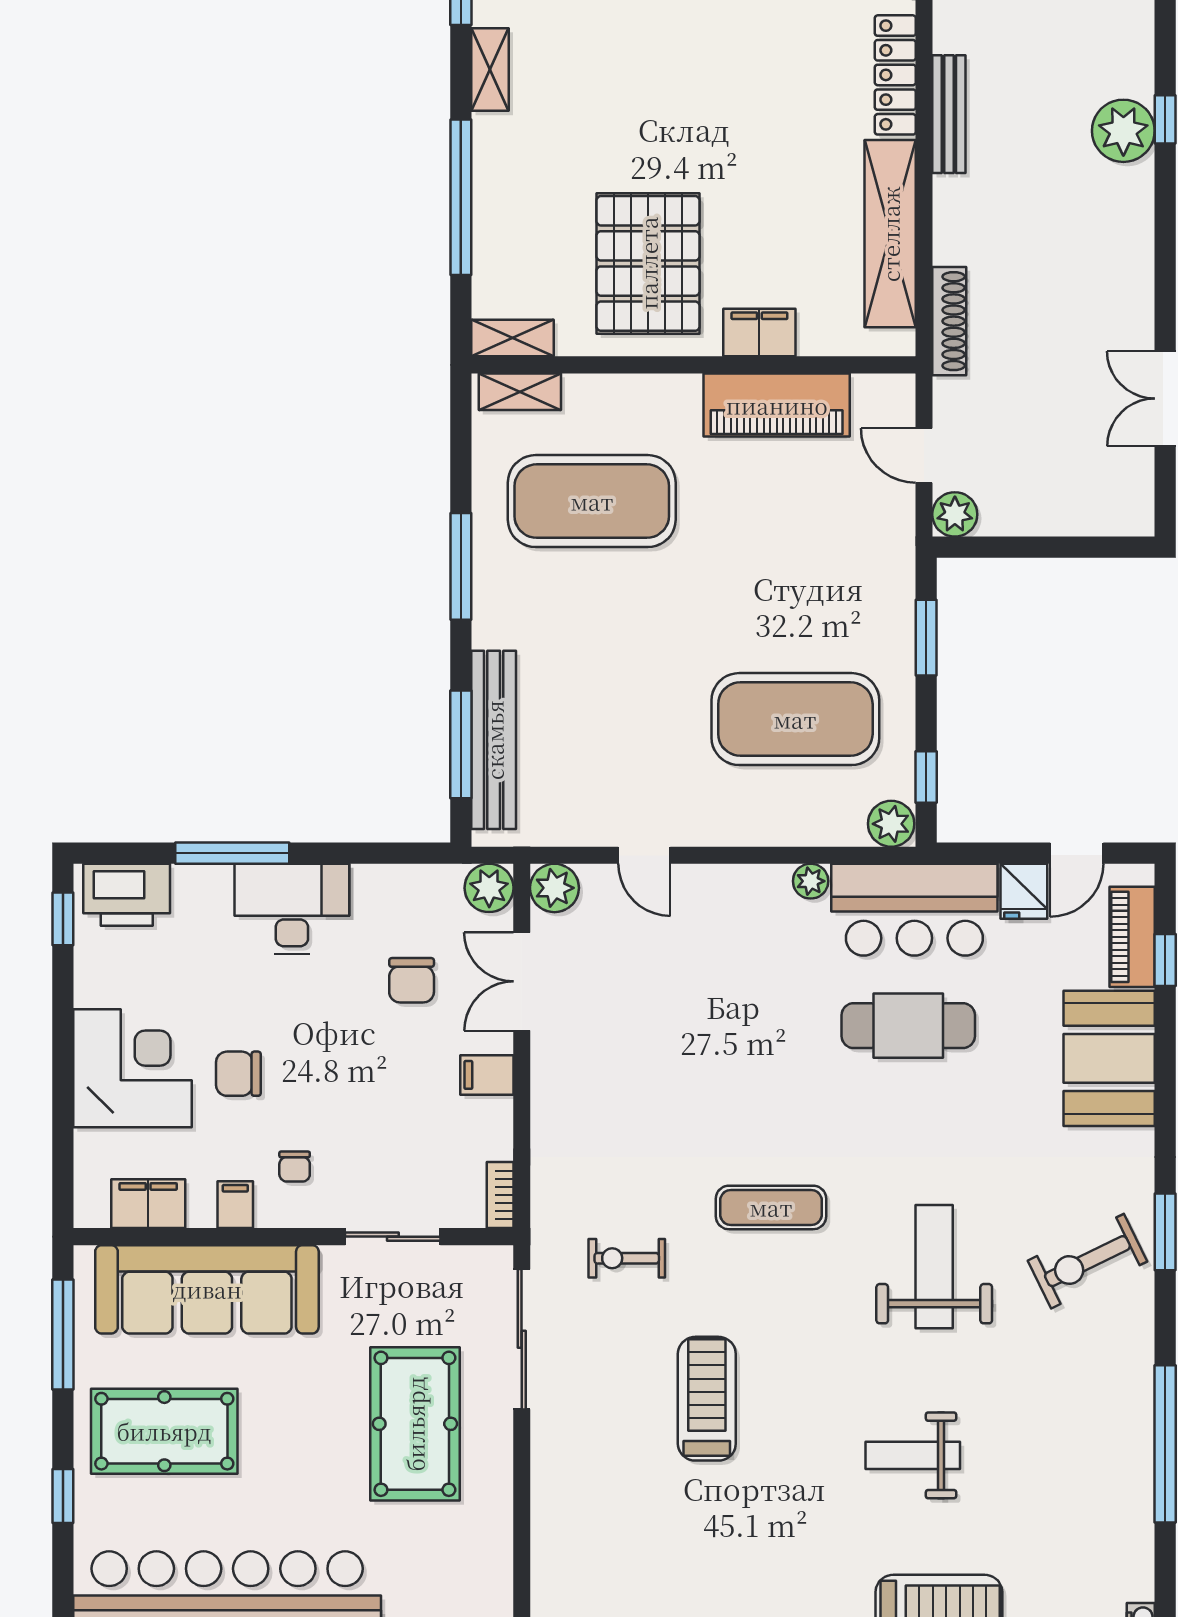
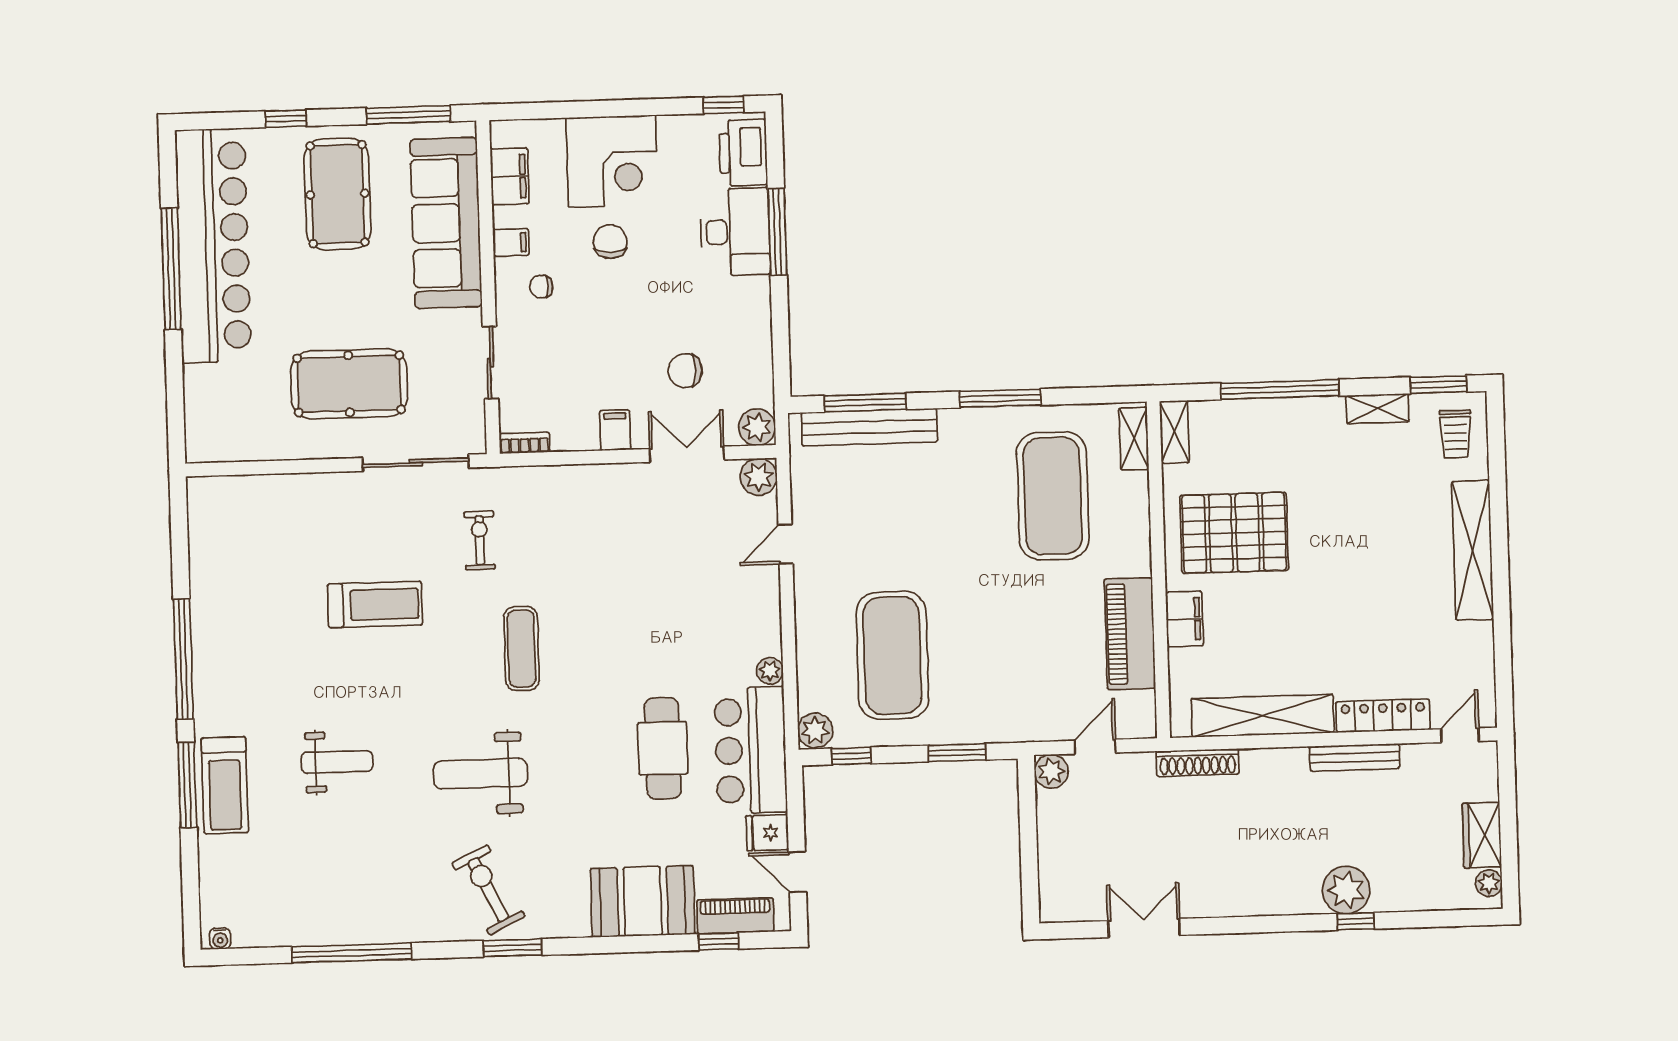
desk: (292, 909) -> (735, 232), moved
weight bench: (934, 1267) -> (481, 774), turned 180
weight bench: (913, 1455) -> (337, 762), turned 90

